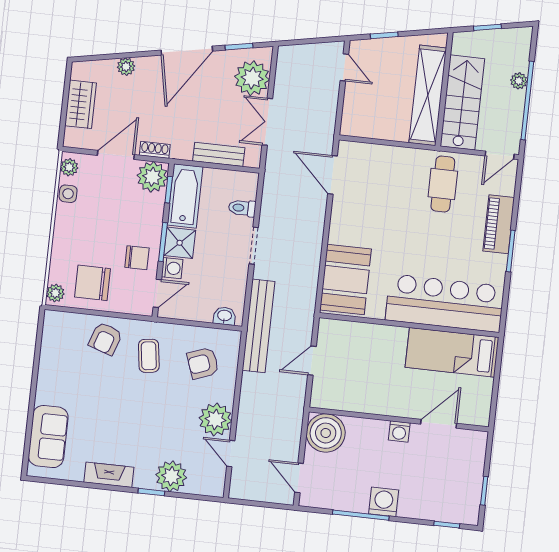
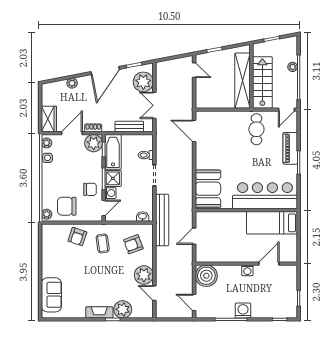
wardrobe: (81, 104) -> (49, 119), moved
fireplace: (109, 475) -> (99, 312), moved

